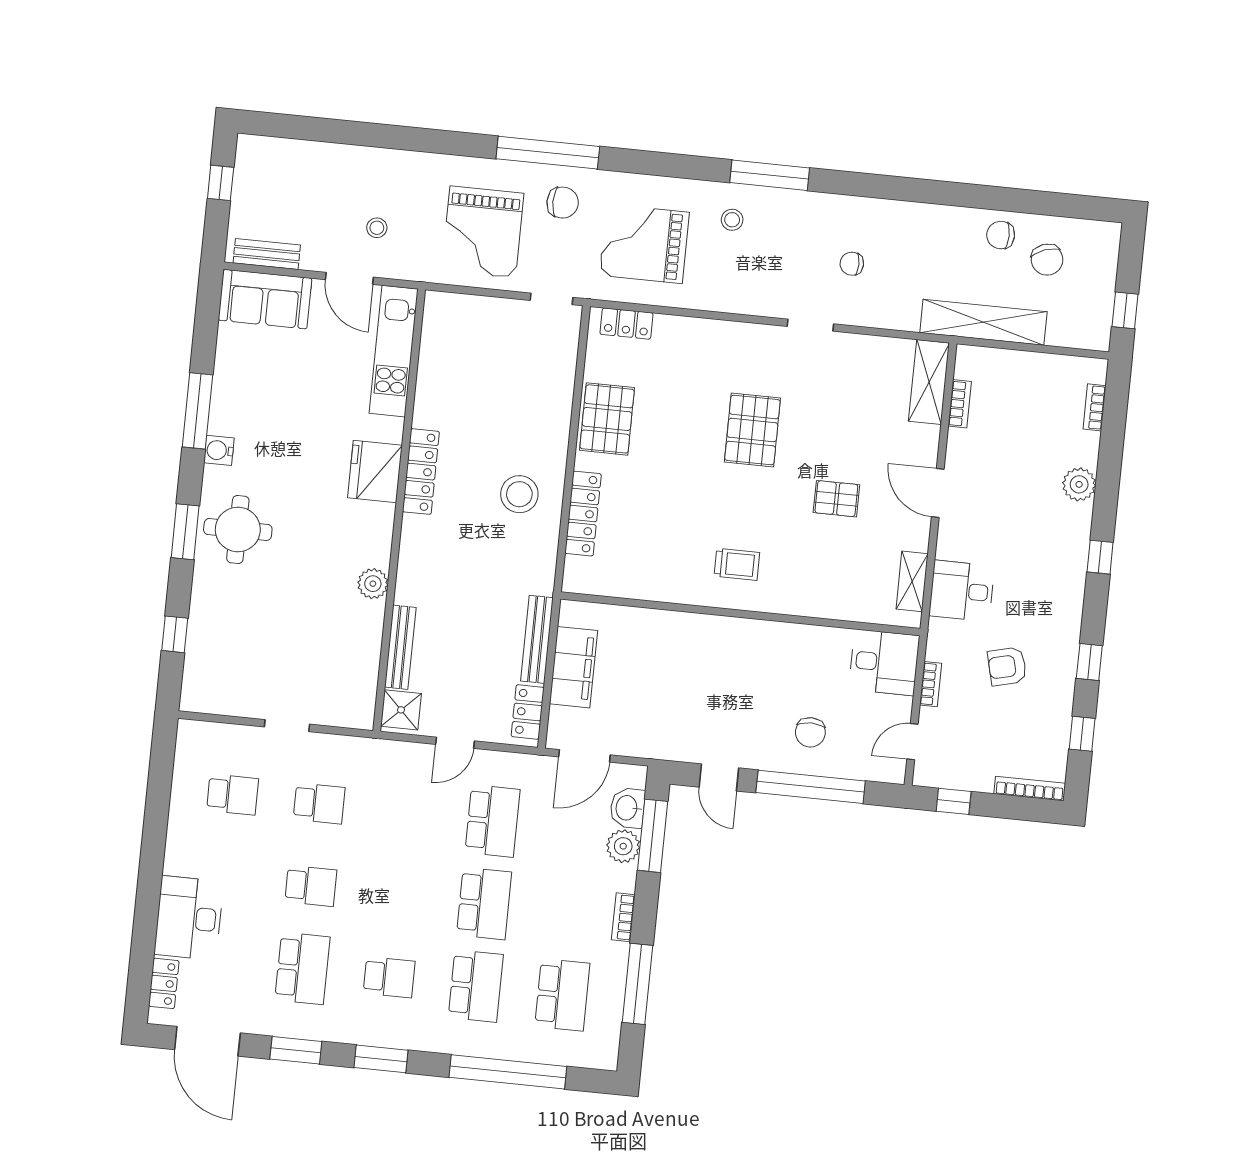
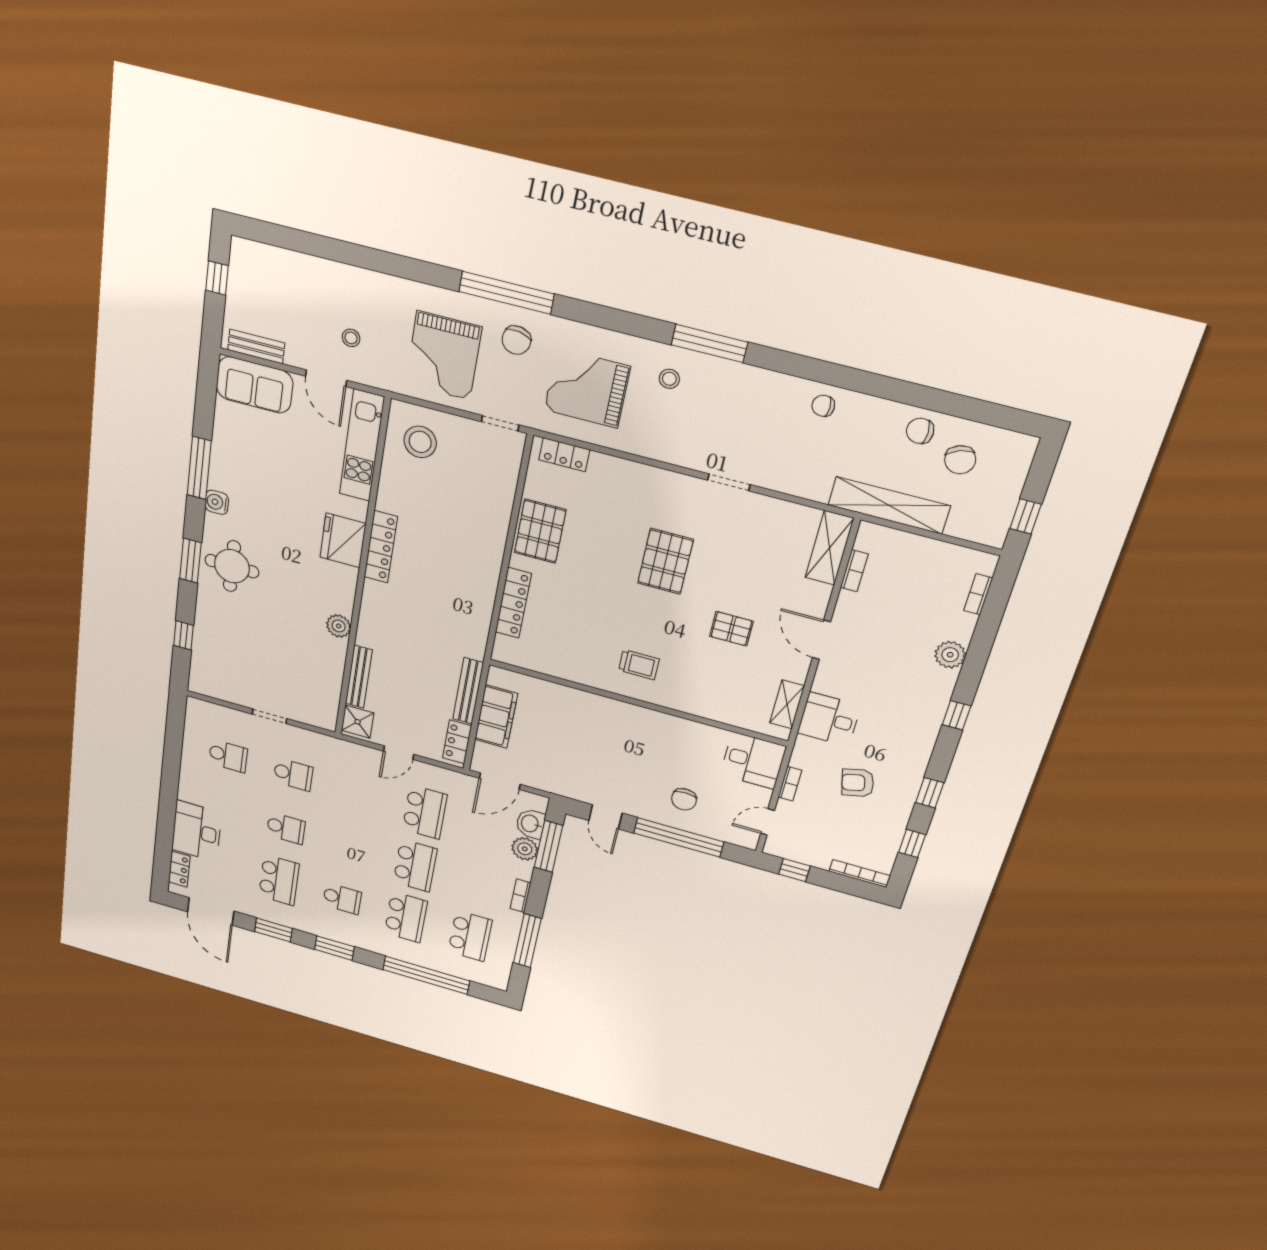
chair: (563, 203) -> (516, 340), turned 100
chair: (852, 264) -> (823, 406), moved
stool: (519, 494) -> (420, 442), moved

